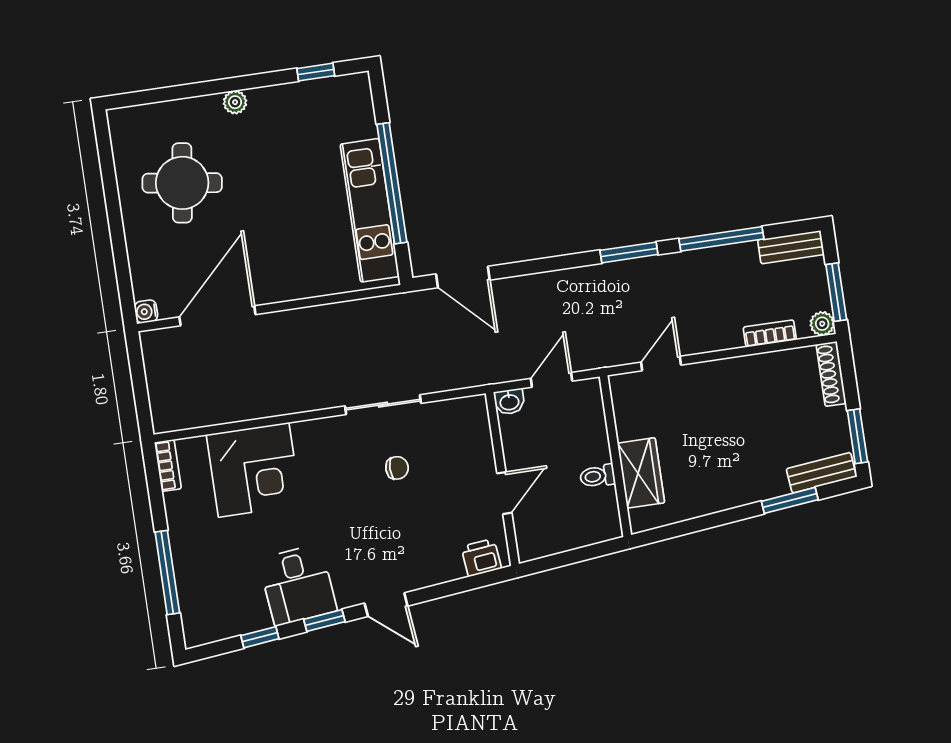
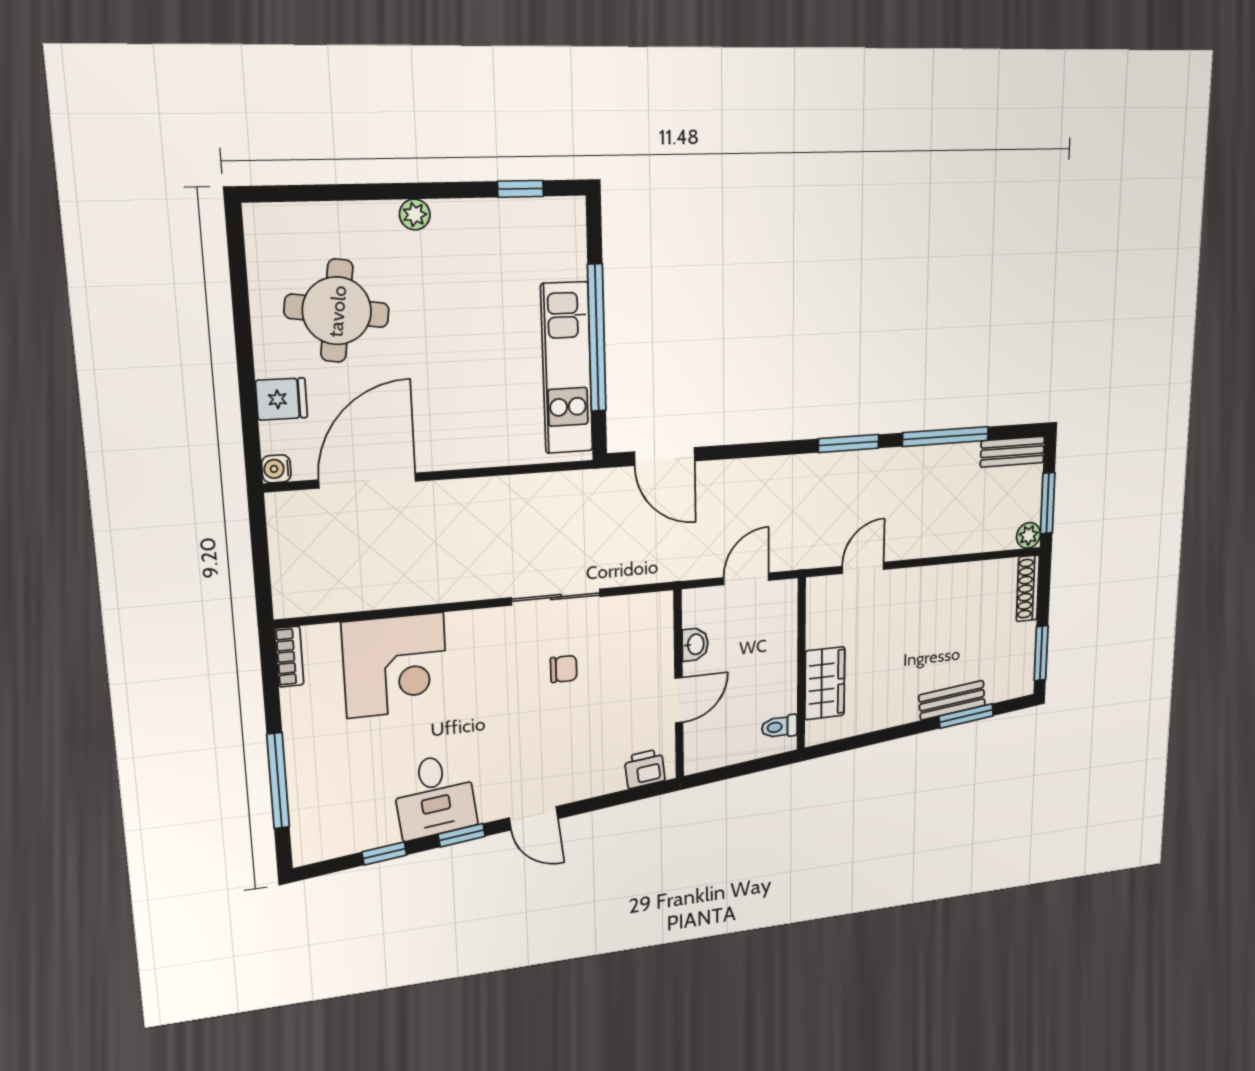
fridge: (146, 256) -> (281, 399), added
bookcase: (770, 333) -> (976, 542), removed
washbasin: (509, 402) -> (695, 644), moved, turned -90
bench: (821, 473) -> (952, 700), moved
toilet: (597, 476) -> (780, 727), moved

